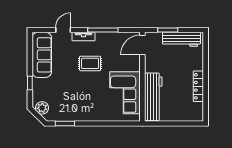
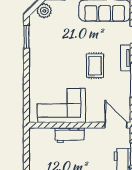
workbench: (153, 97) -> (70, 135), width x0.53, depth x0.76

